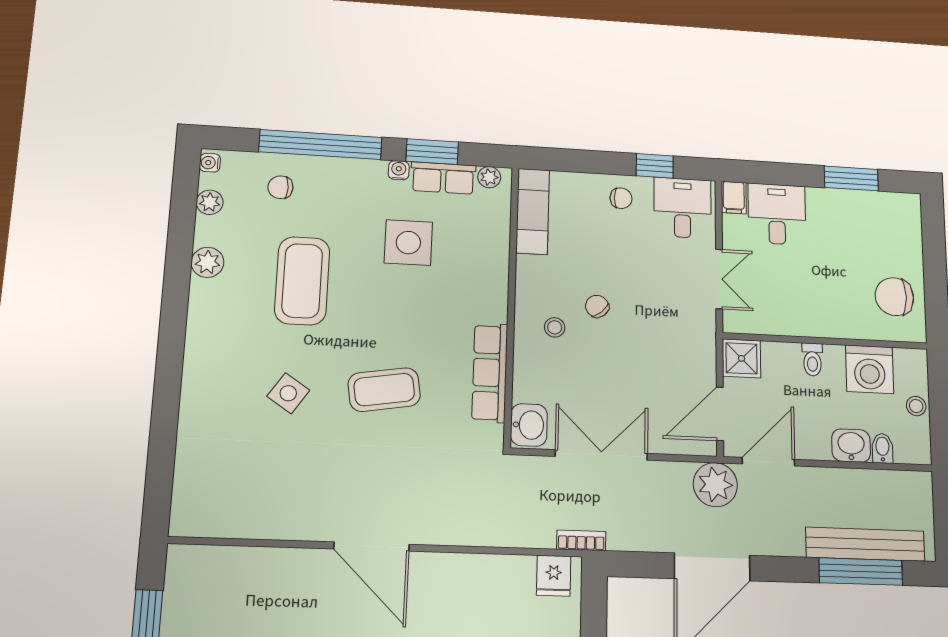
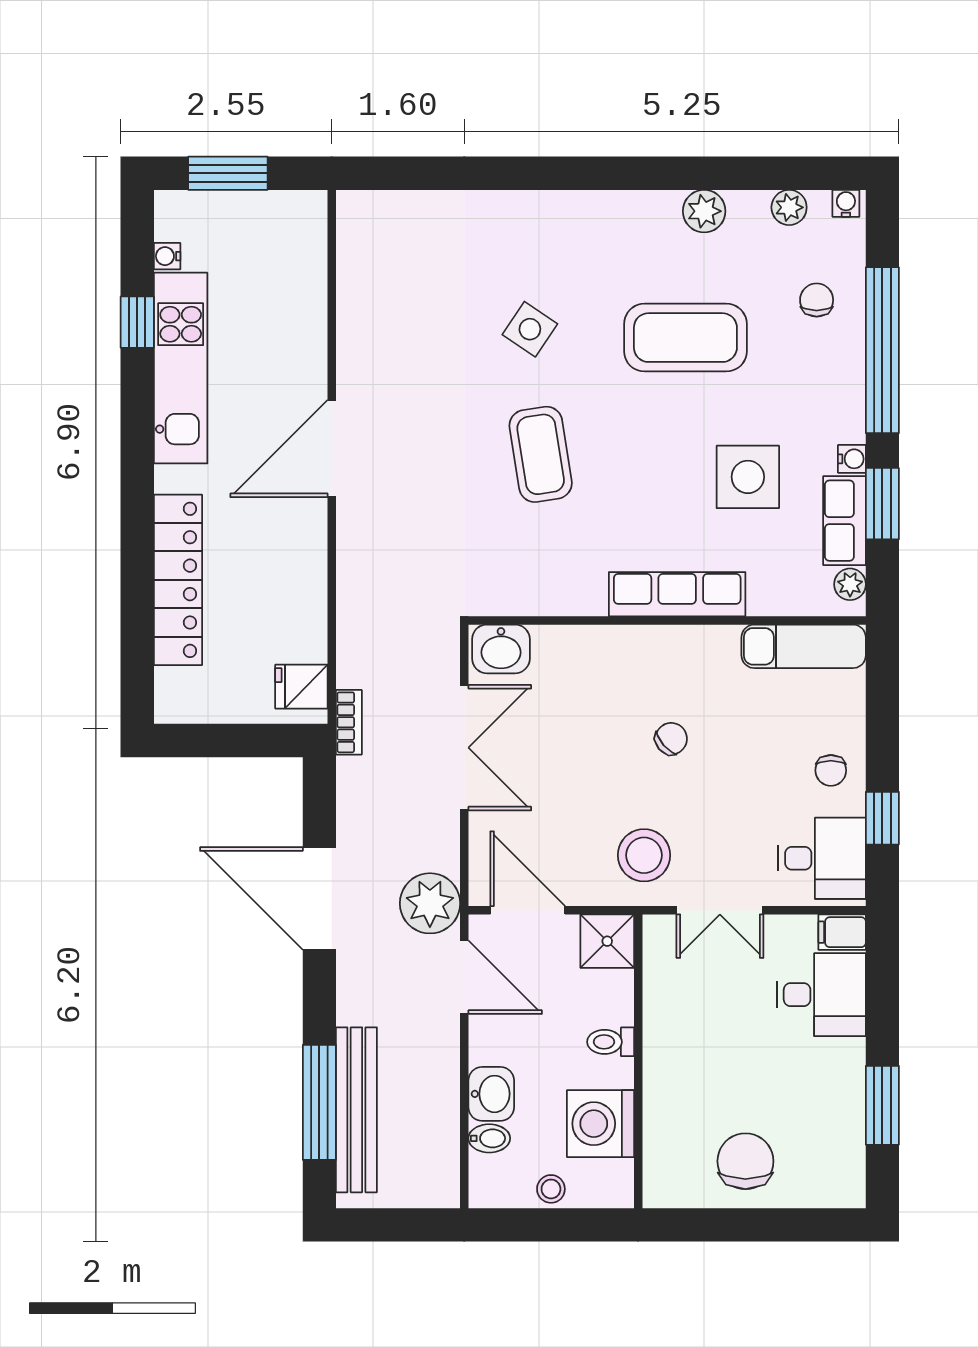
chair: (894, 297) -> (745, 1161), moved
stool: (555, 327) -> (644, 855), moved, width x1.89, depth x1.89
row of seats: (490, 373) -> (677, 594), moved

